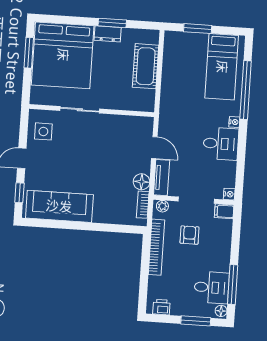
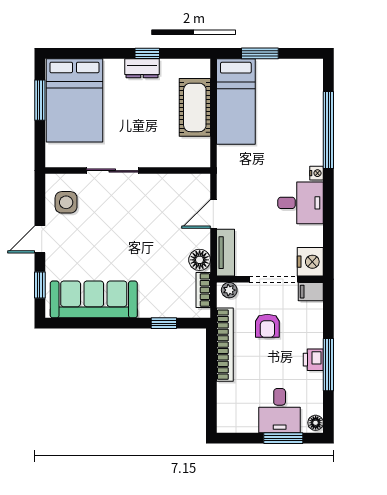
window: (112, 23) -> (147, 53), width x0.67
bed: (63, 55) -> (74, 100), width x0.73
bed: (222, 67) -> (236, 102), moved
door: (154, 148) -> (213, 214), swing flipped
nightstand: (229, 194) -> (310, 262), width x1.89, depth x1.79
window: (111, 228) -> (164, 323), added
armchair: (190, 235) -> (267, 326), turned 180
window: (233, 284) -> (328, 365), moved
desk: (212, 288) -> (280, 411), moved, turned 90
printer: (161, 307) -> (313, 360), moved, turned -90

